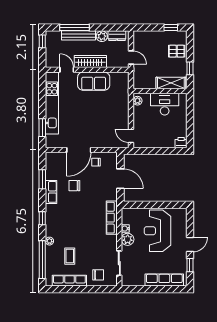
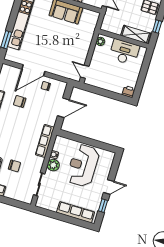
door: (120, 179) -> (63, 108), hinge flipped
chair: (98, 275) -> (14, 166), moved

